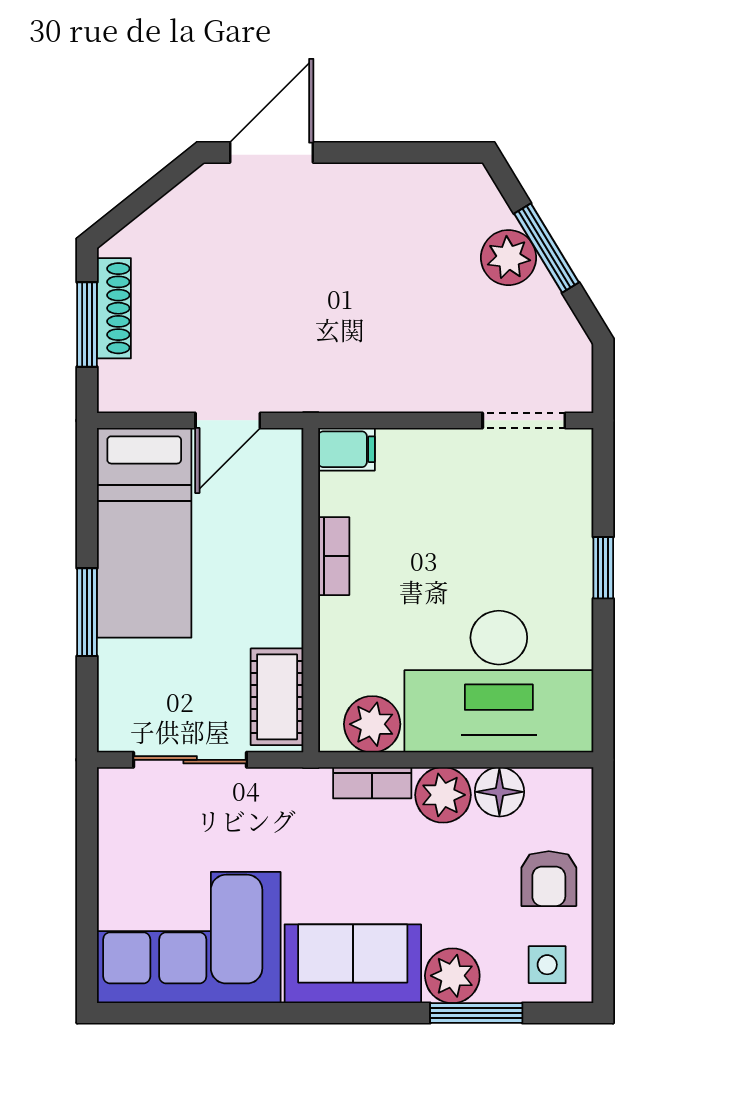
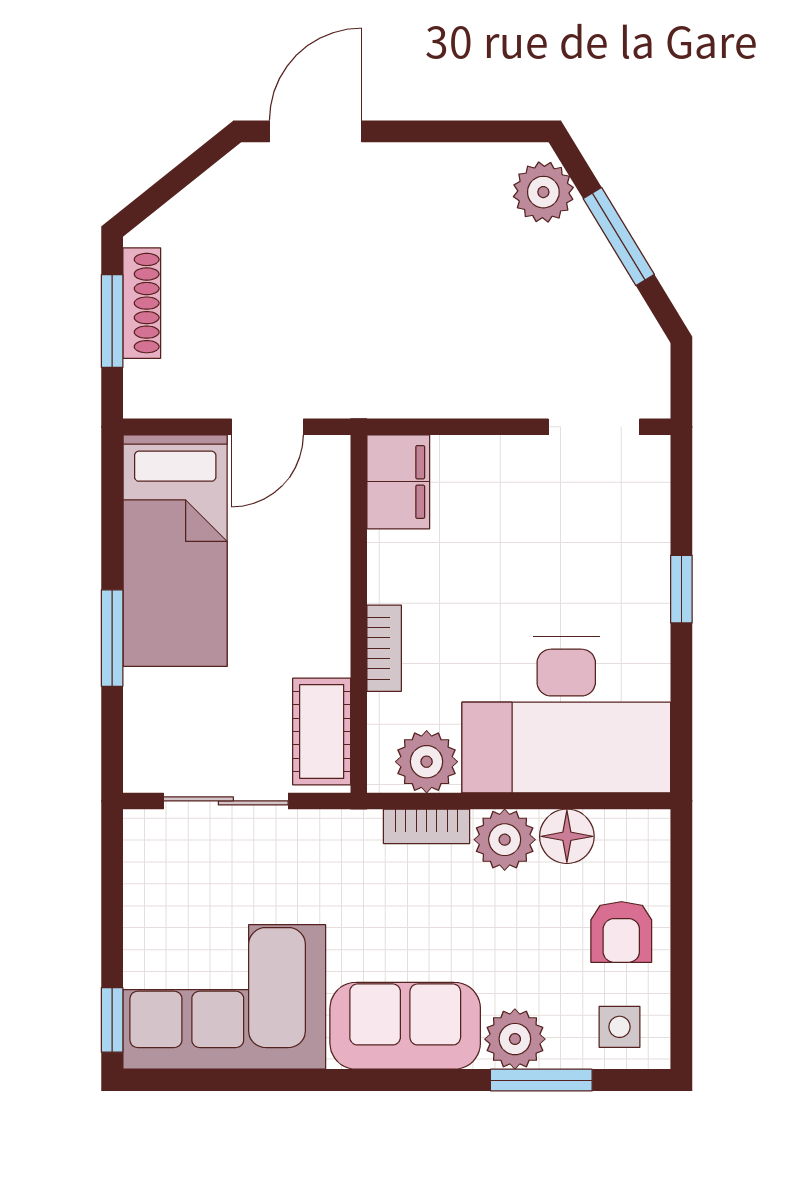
plant: (509, 258) -> (543, 192), moved
filing cabinet: (347, 449) -> (398, 482), width x2.00
bookcase: (334, 556) -> (384, 648), moved
window: (87, 958) -> (112, 1020), added

